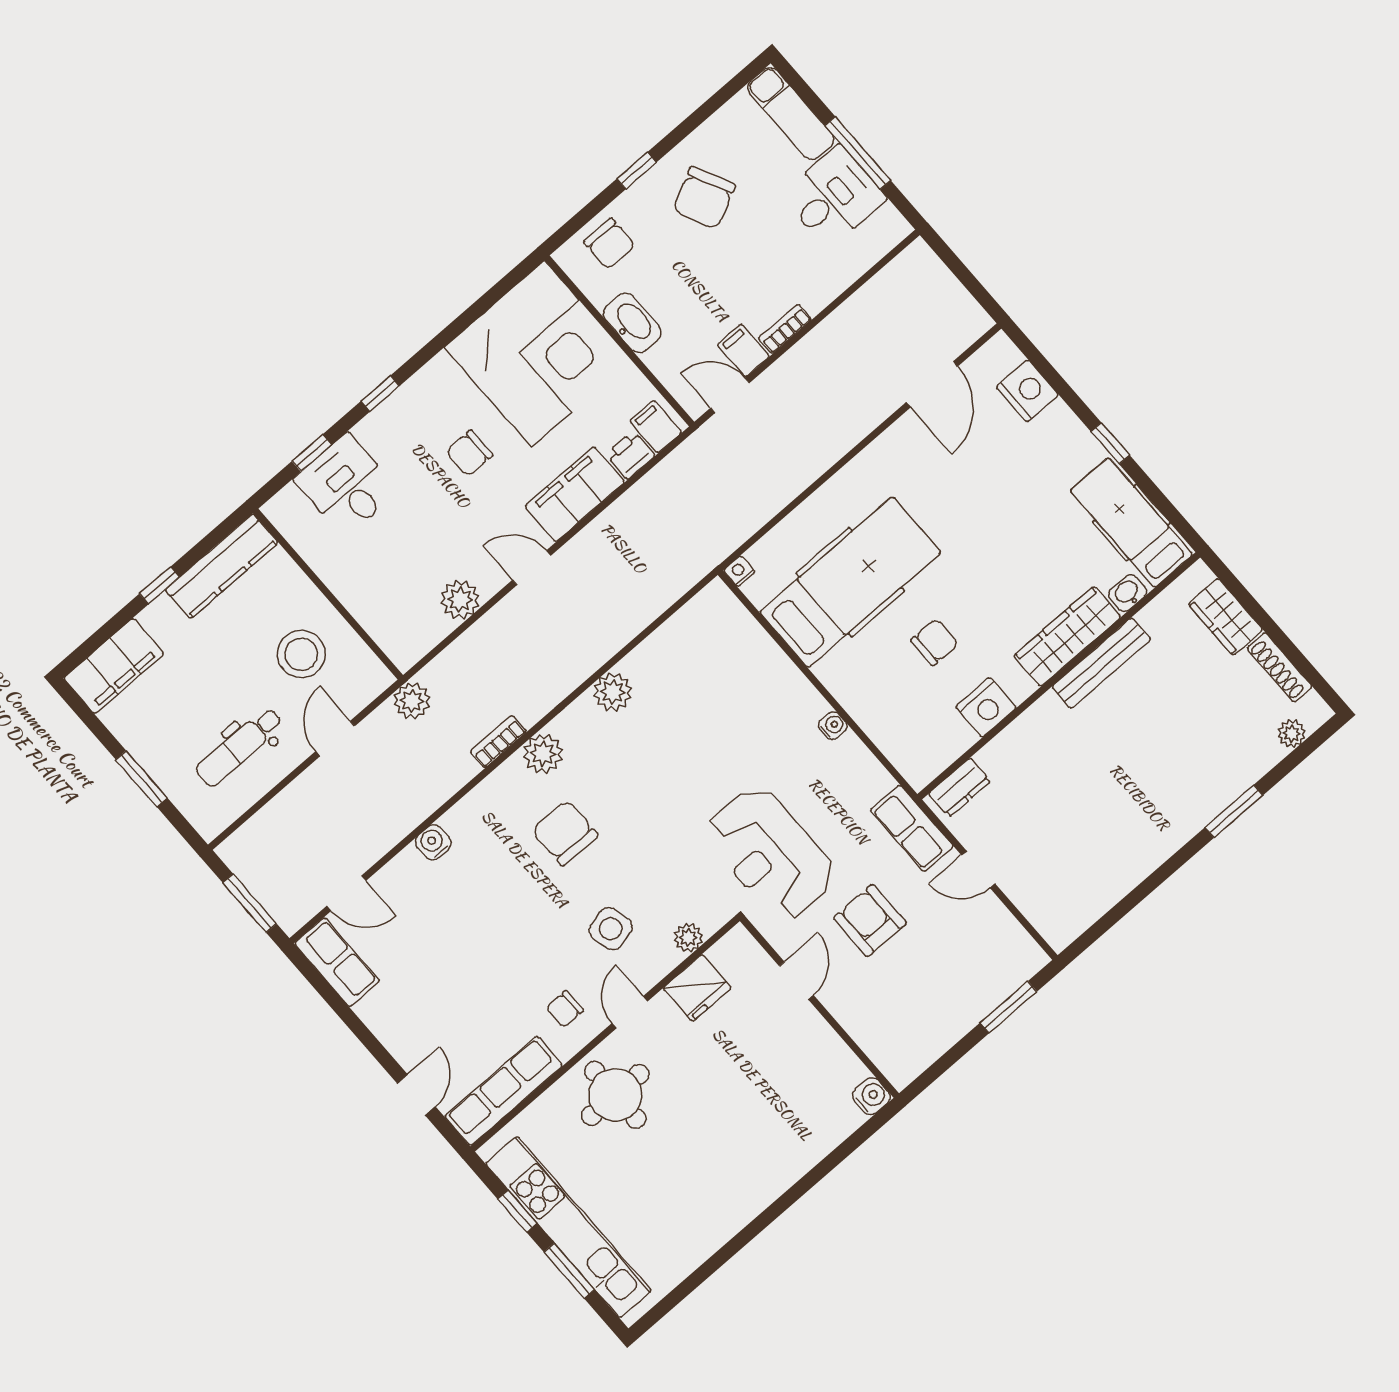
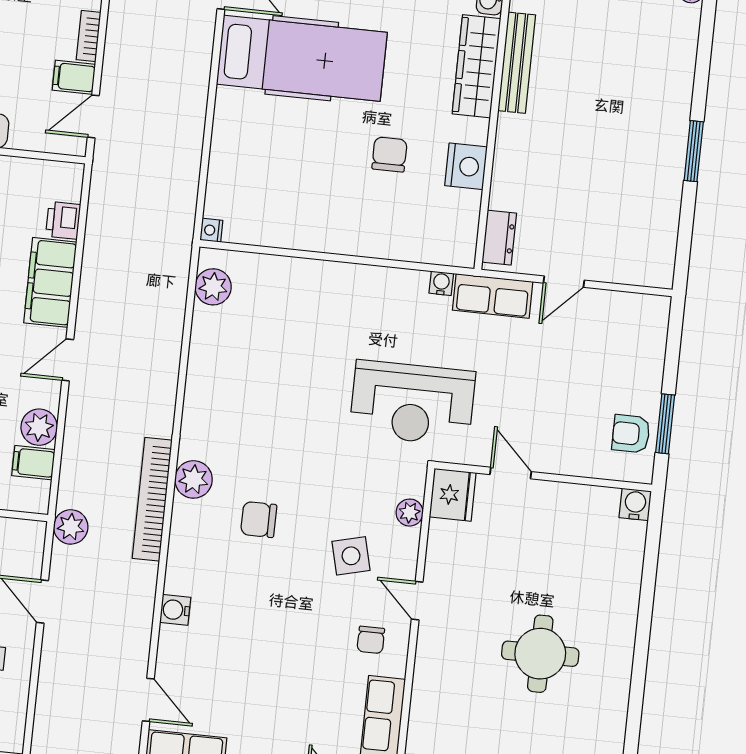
filing cabinet: (656, 427) -> (33, 463), moved
hospital bed: (850, 582) -> (302, 58), moved, turned 90
plant: (613, 692) -> (213, 287), moved
water cooler: (833, 726) -> (441, 283), moved
bookcase: (498, 742) -> (152, 499), width x2.31, depth x1.31
window: (1234, 811) -> (694, 151), moved
chair: (565, 833) -> (259, 519), width x0.73, depth x0.73
door: (346, 893) -> (148, 700), hinge flipped
armchair: (870, 921) -> (631, 434), moved, width x0.72, depth x0.72
fridge: (697, 988) -> (453, 495), moved
window: (1009, 1007) -> (665, 424), moved
round table: (615, 1095) -> (540, 654), moved

